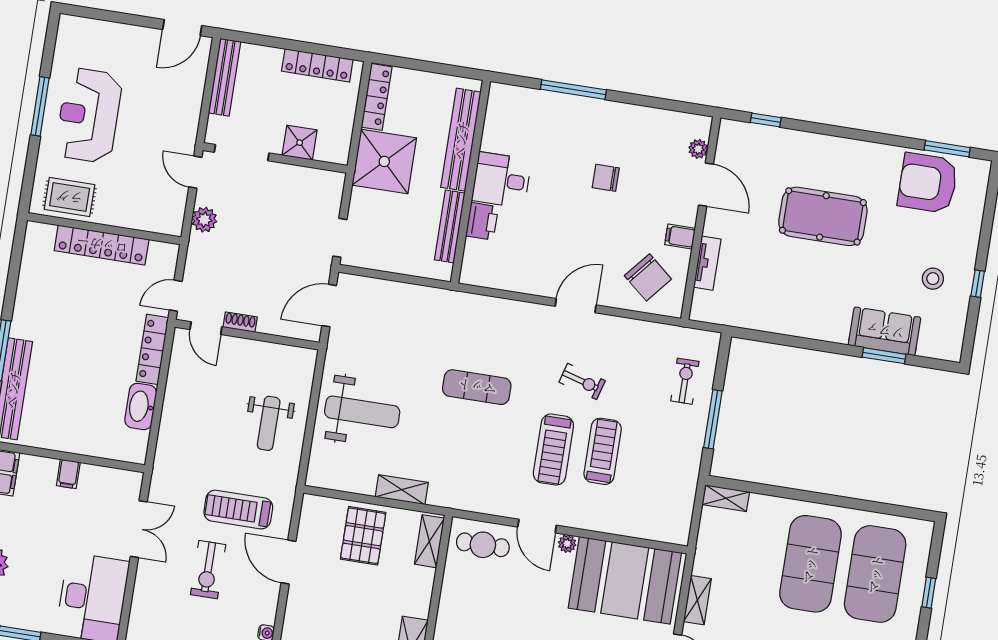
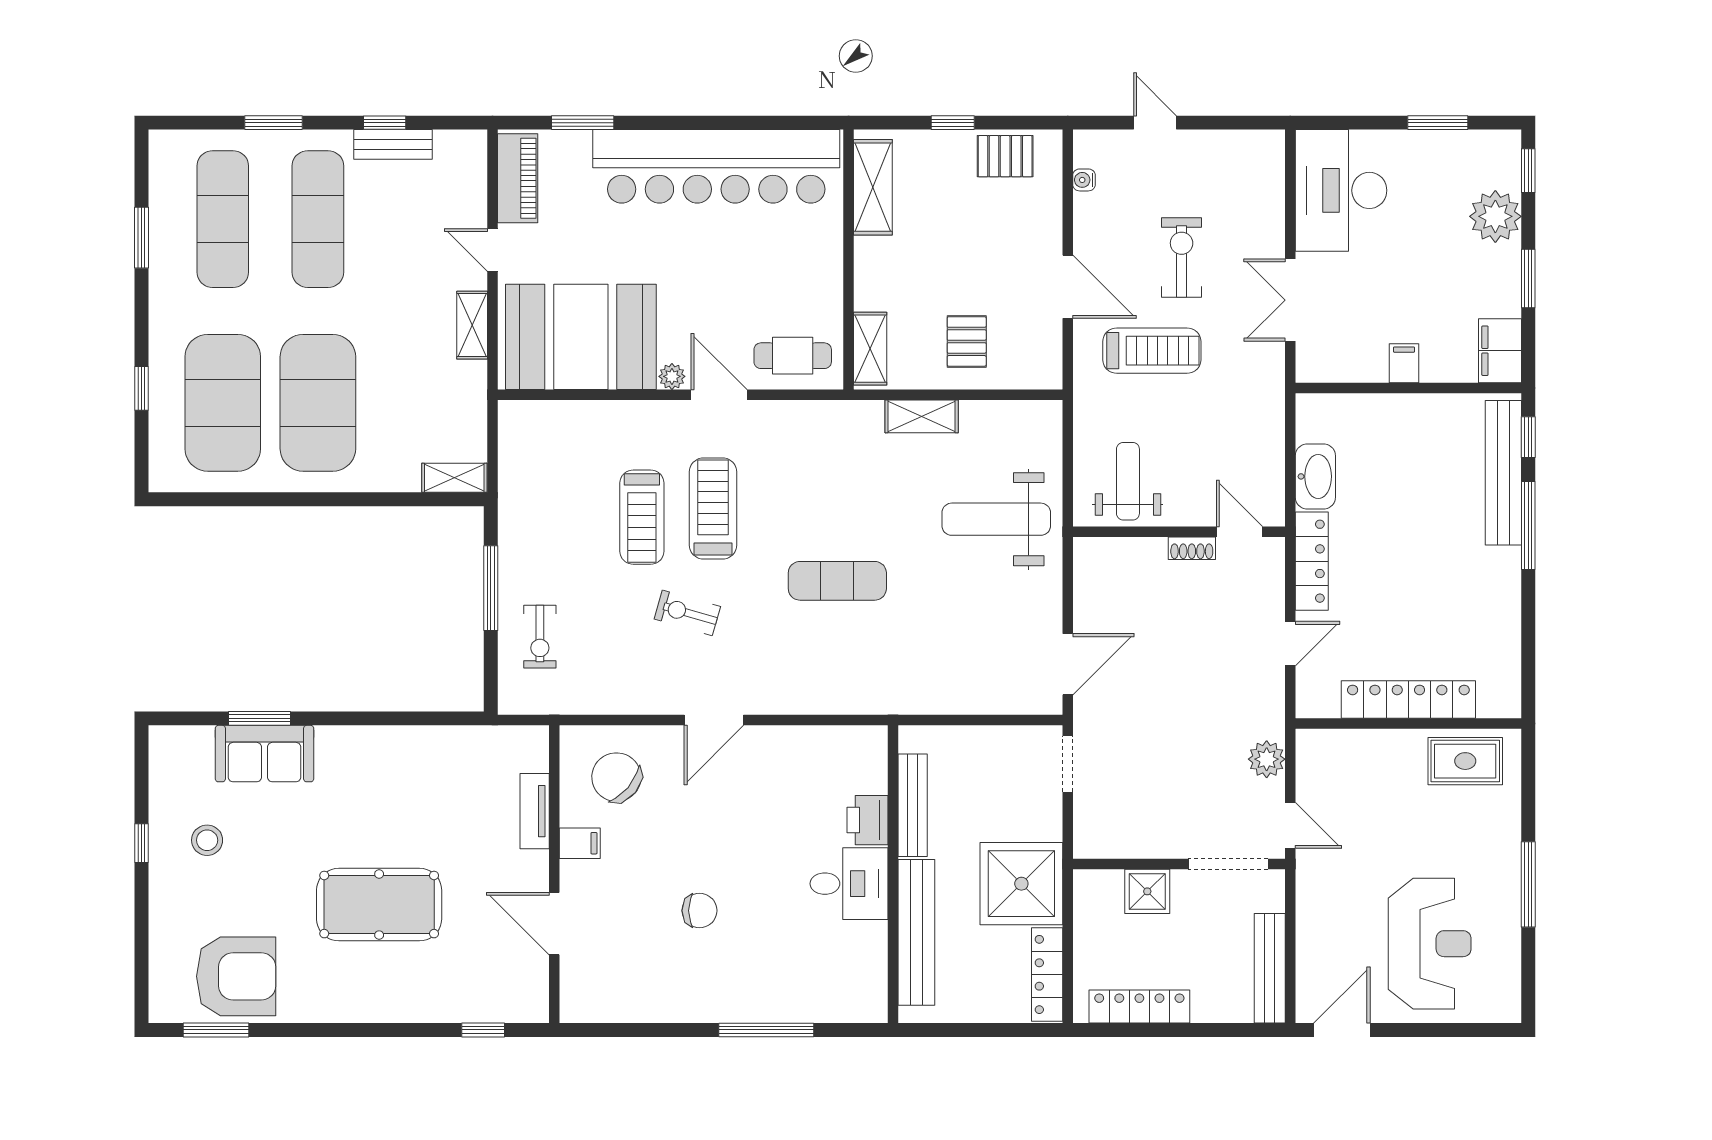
reception desk: (89, 115) -> (1430, 944), moved
plant: (698, 149) -> (573, 973), removed
shoe rack: (240, 322) -> (1192, 548), moved
door: (206, 328) -> (1239, 532), moved
wall: (247, 335) -> (1179, 532), moved
pallet: (363, 536) -> (967, 341), width x0.67, depth x0.71

